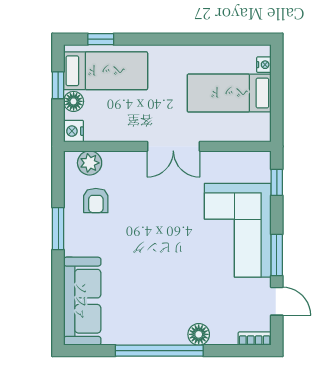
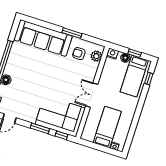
corner sofa: (238, 230) -> (60, 116), moved
window: (277, 255) -> (40, 128), moved
sofa: (82, 301) -> (43, 38), width x1.36, depth x1.27

